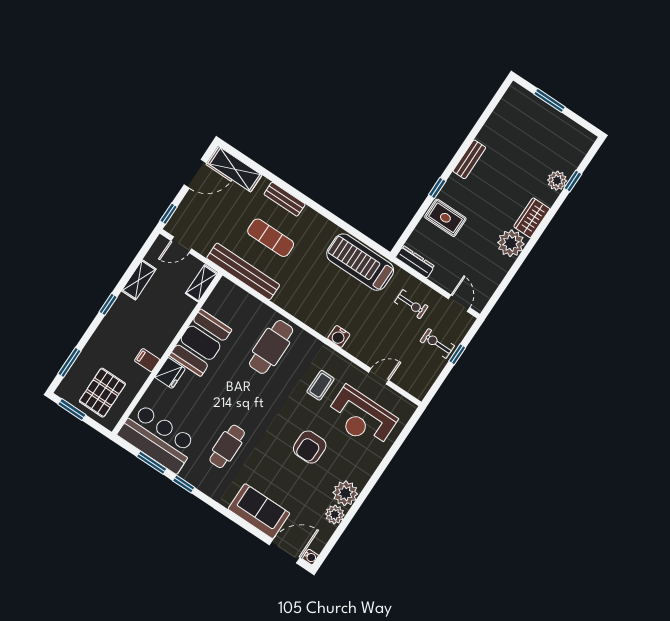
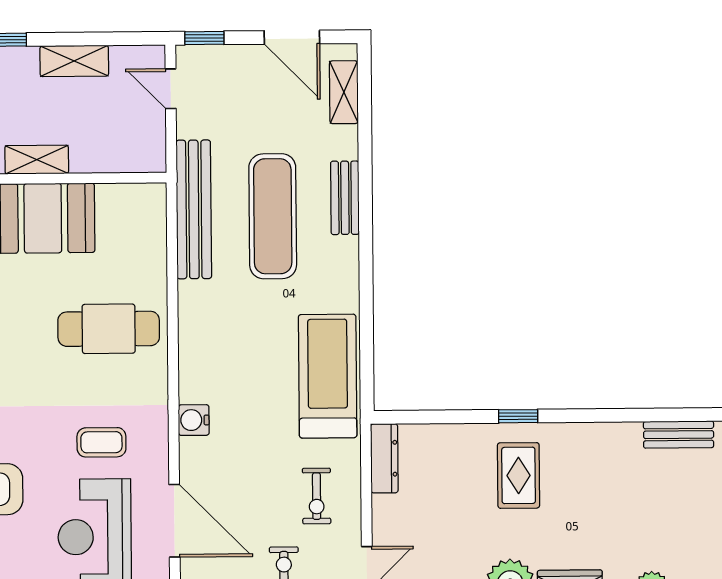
bench: (469, 159) -> (679, 435), moved
shelving: (235, 169) -> (344, 92), width x0.67, depth x0.75
rug: (445, 218) -> (519, 475), moved
exercise mat: (271, 238) -> (273, 216), width x1.36, depth x1.45
shelving: (201, 283) -> (37, 160), moved
door: (379, 376) -> (174, 521), width x1.88

